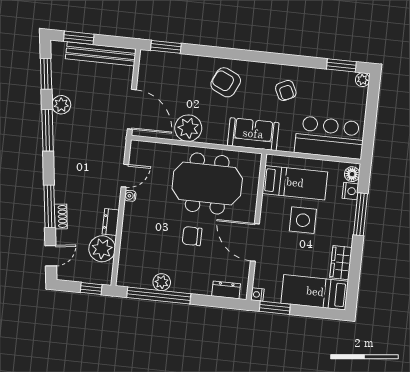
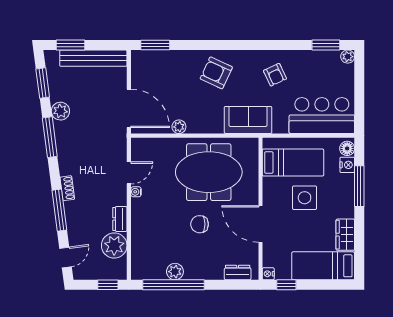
plant: (188, 128) -> (179, 127), width x0.53, depth x0.53
shoe rack: (61, 216) -> (67, 188), moved
window: (275, 308) -> (286, 285), width x0.67

